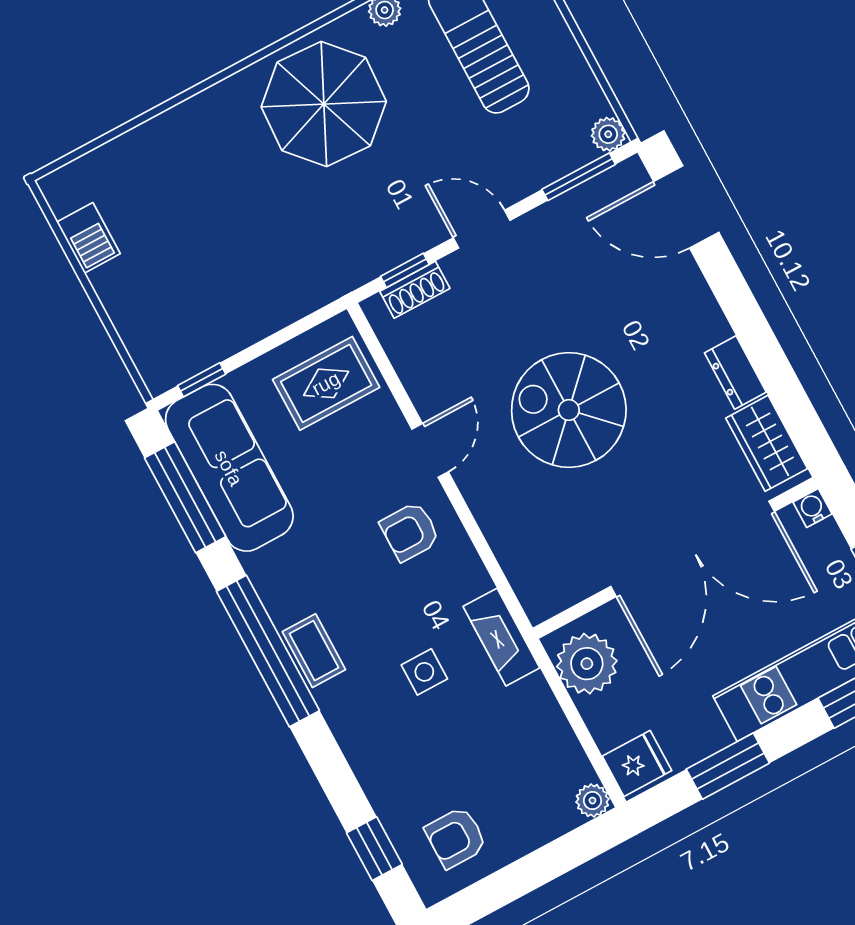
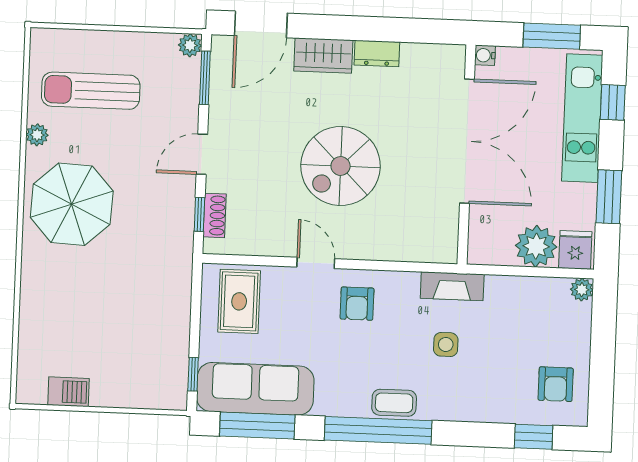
wardrobe: (767, 443) -> (323, 56), moved
plant: (587, 664) -> (536, 246), moved

